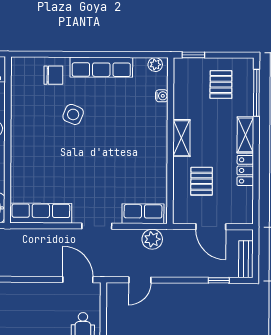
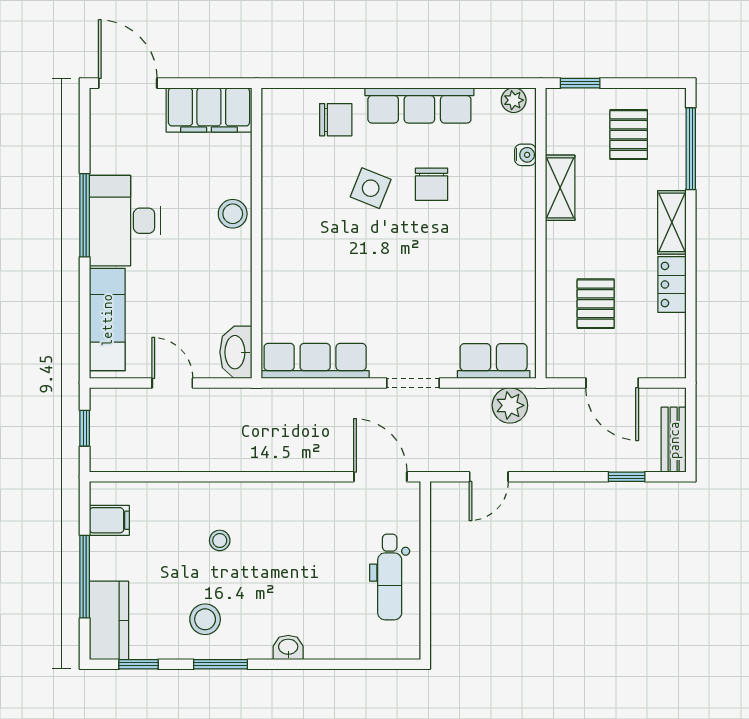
chair: (108, 112) -> (432, 184), added
shelving: (181, 138) -> (560, 188), moved

